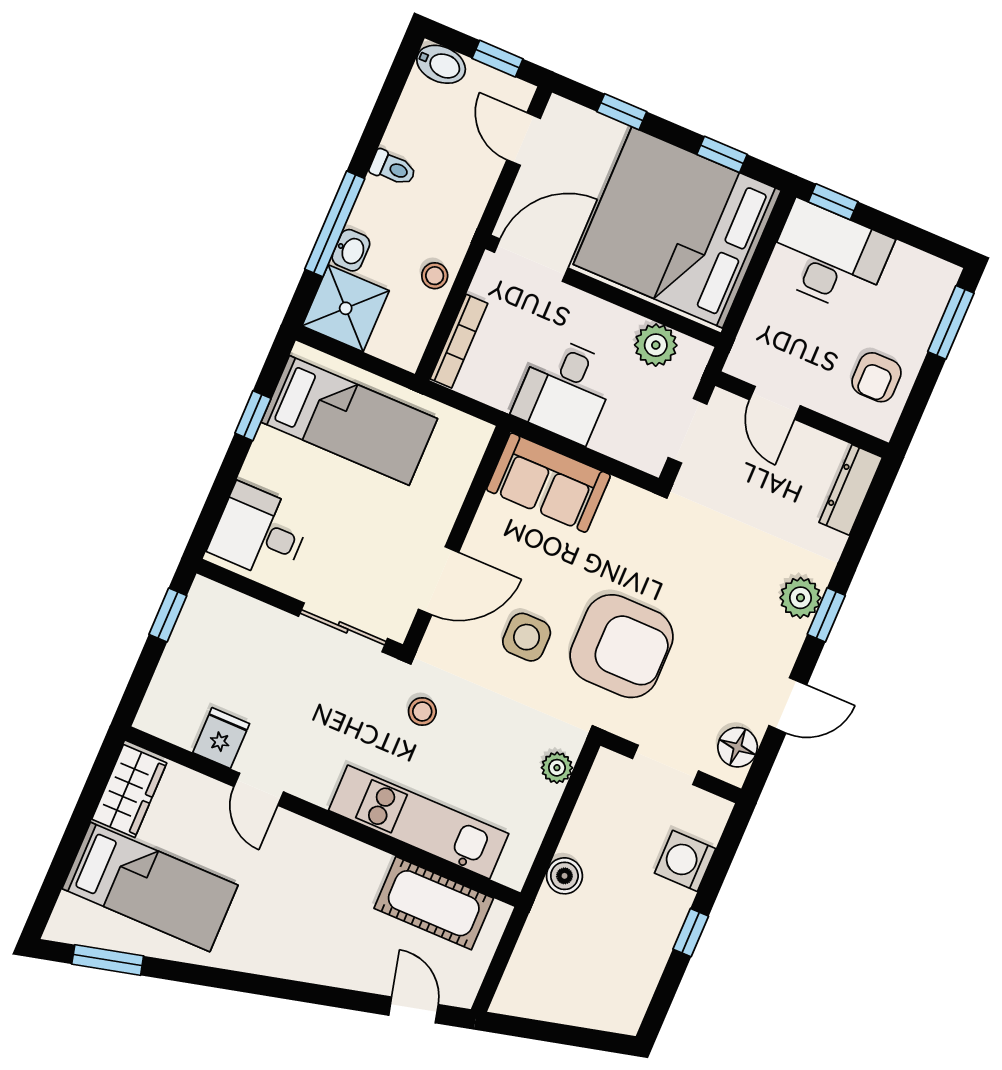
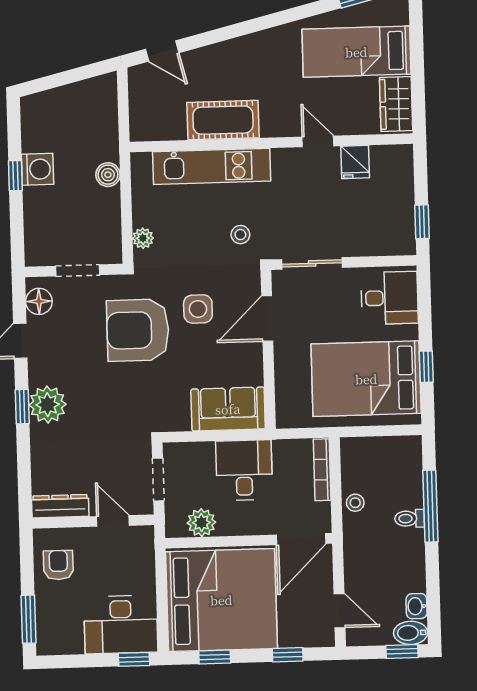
window: (497, 59) -> (402, 651), moved
toilet: (393, 168) -> (410, 518), moved
washbasin: (351, 250) -> (416, 606), moved
shower: (346, 308) -> (400, 458), removed
bed: (349, 420) -> (366, 379), width x1.50
dresser: (851, 490) -> (60, 506), moved, turned -90
plant: (800, 598) -> (48, 405), width x1.36, depth x1.36
washing machine: (685, 861) -> (37, 169), moved
cot: (434, 903) -> (223, 120), moved

